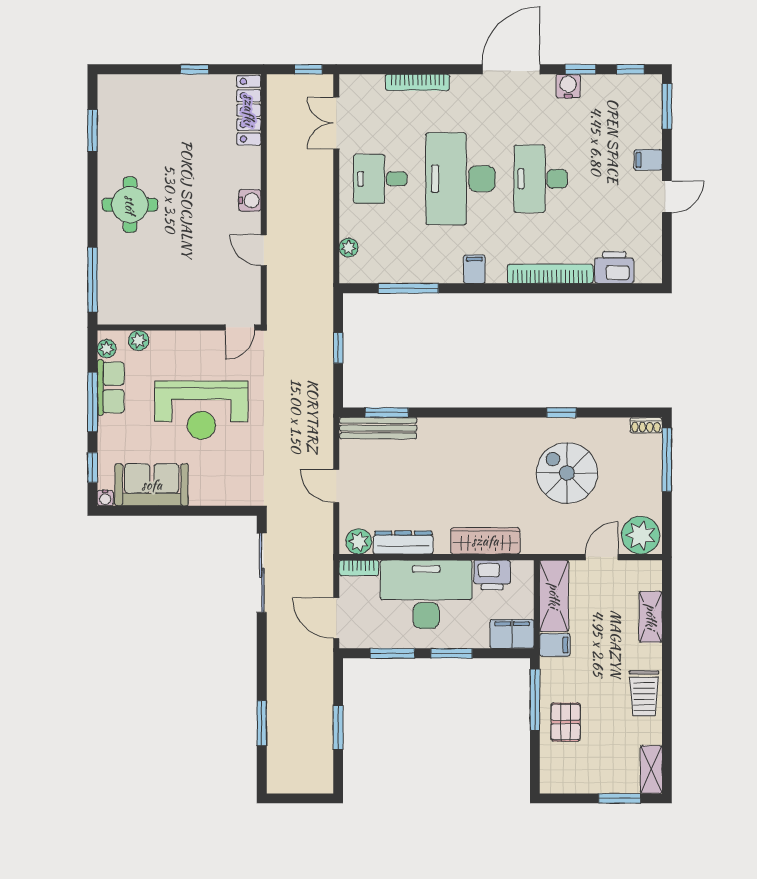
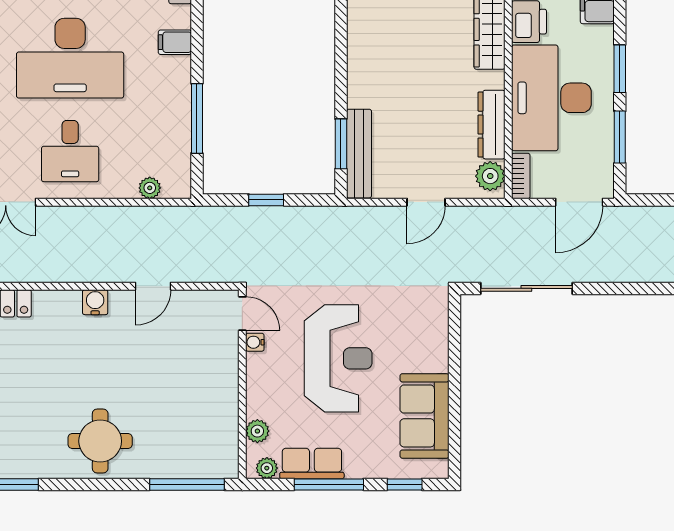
water cooler: (105, 498) -> (255, 342), moved, turned 180

